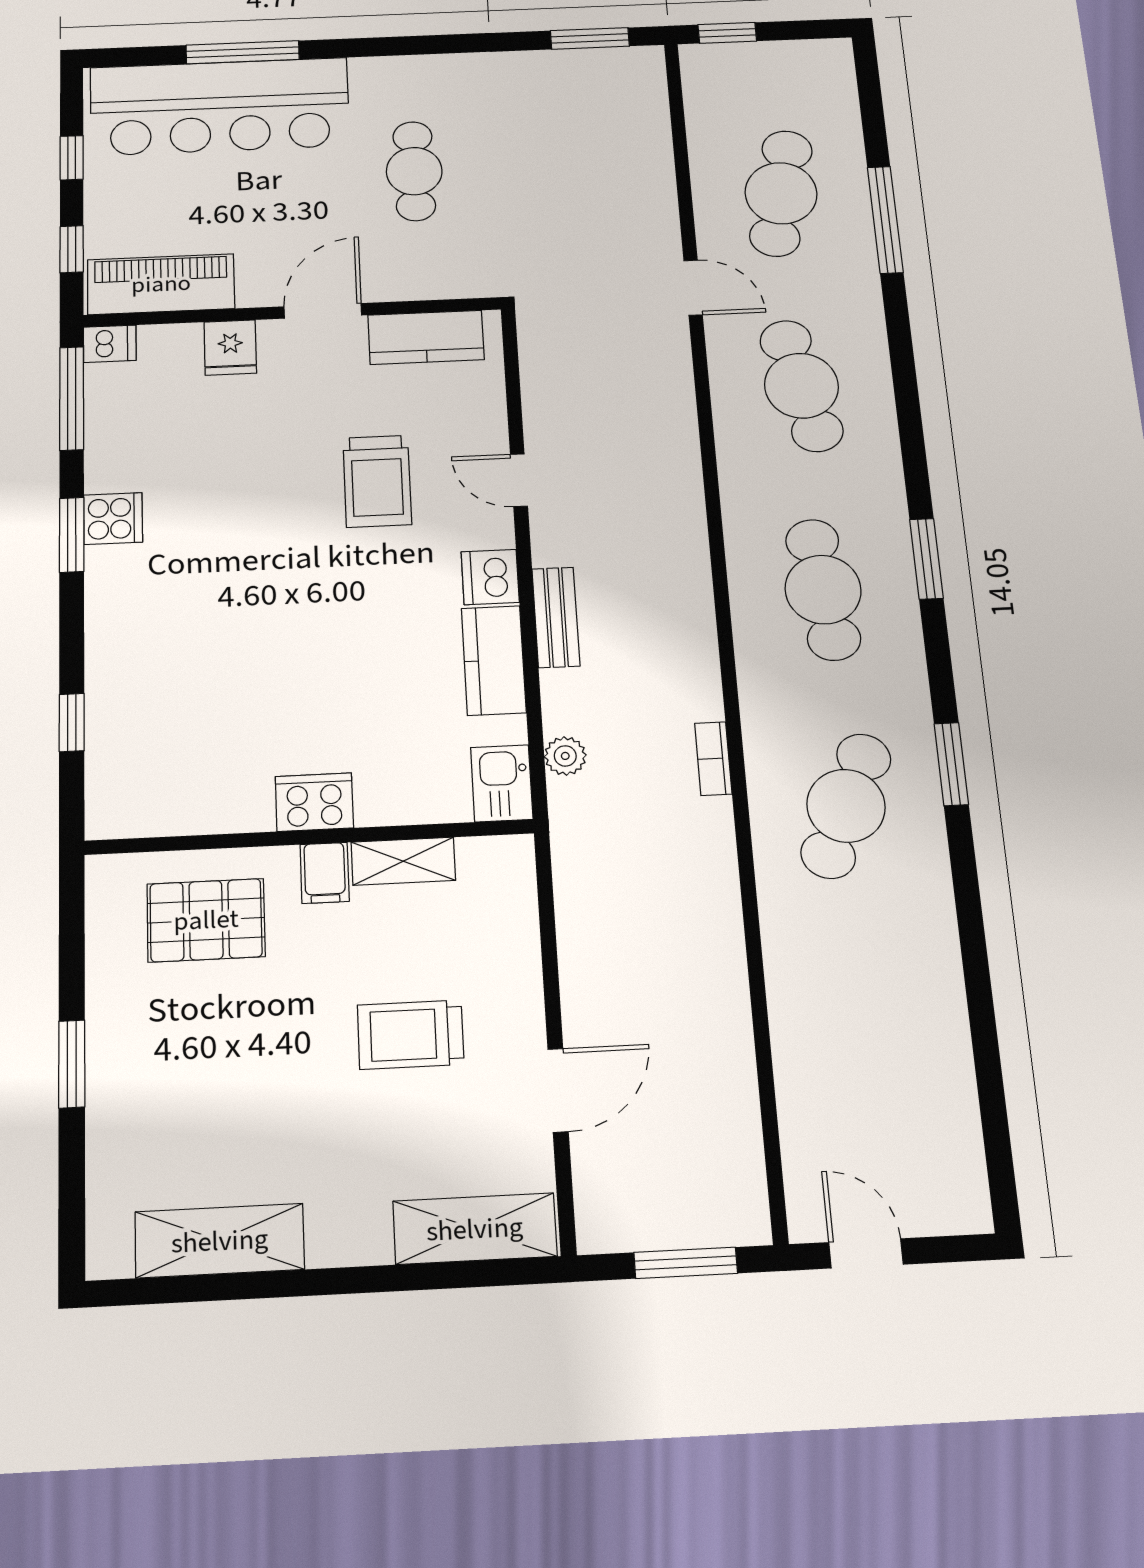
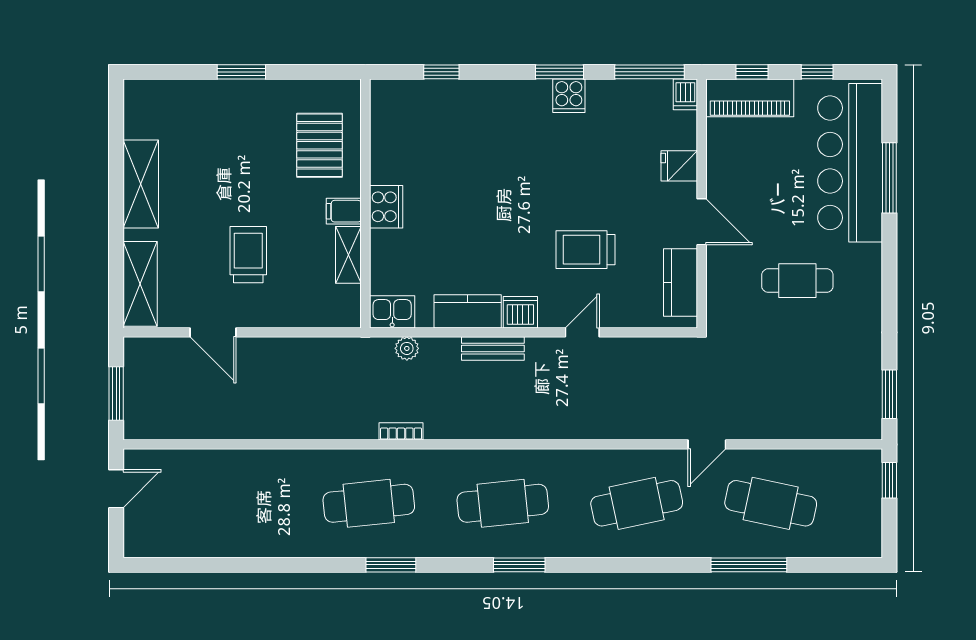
piano: (161, 284) -> (750, 98), moved, turned 90
cafe table: (846, 806) -> (369, 503), turned -30
shelving: (220, 1241) -> (141, 184), moved

